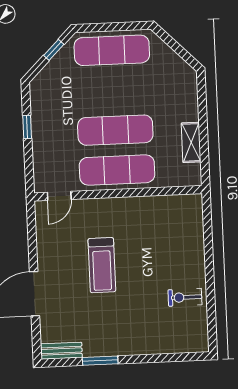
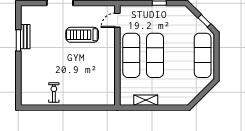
door: (59, 196) -> (117, 20), hinge flipped
treadmill: (102, 265) -> (82, 35), moved
bench: (61, 351) -> (25, 37), moved

